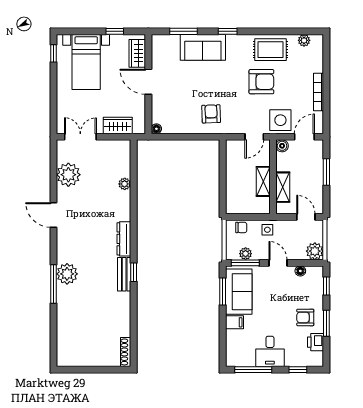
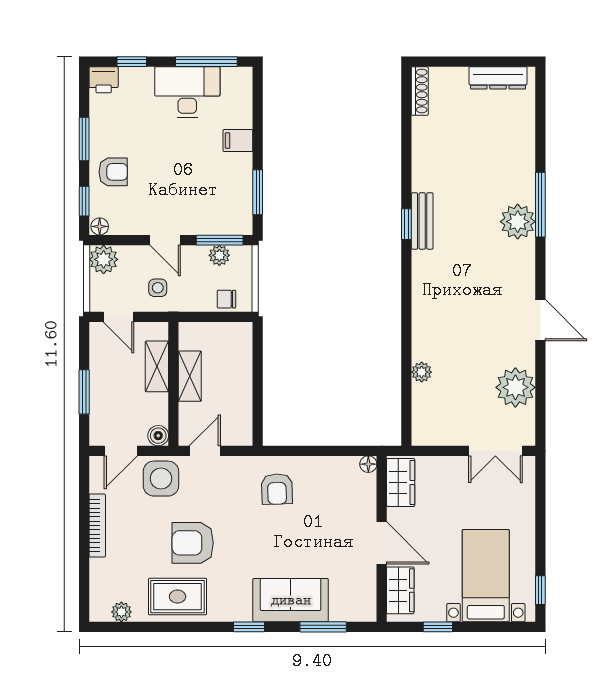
wardrobe: (118, 125) -> (401, 483), moved, turned -90
side table: (267, 230) -> (158, 288), moved
dresser: (124, 239) -> (498, 78), moved, turned 90
floor lamp: (300, 271) -> (100, 226), moved
sofa: (239, 292) -> (231, 192), removed
armchair: (305, 317) -> (113, 172), moved
printer: (316, 342) -> (104, 80), moved, turned 90
desk: (270, 351) -> (187, 92), width x1.37

